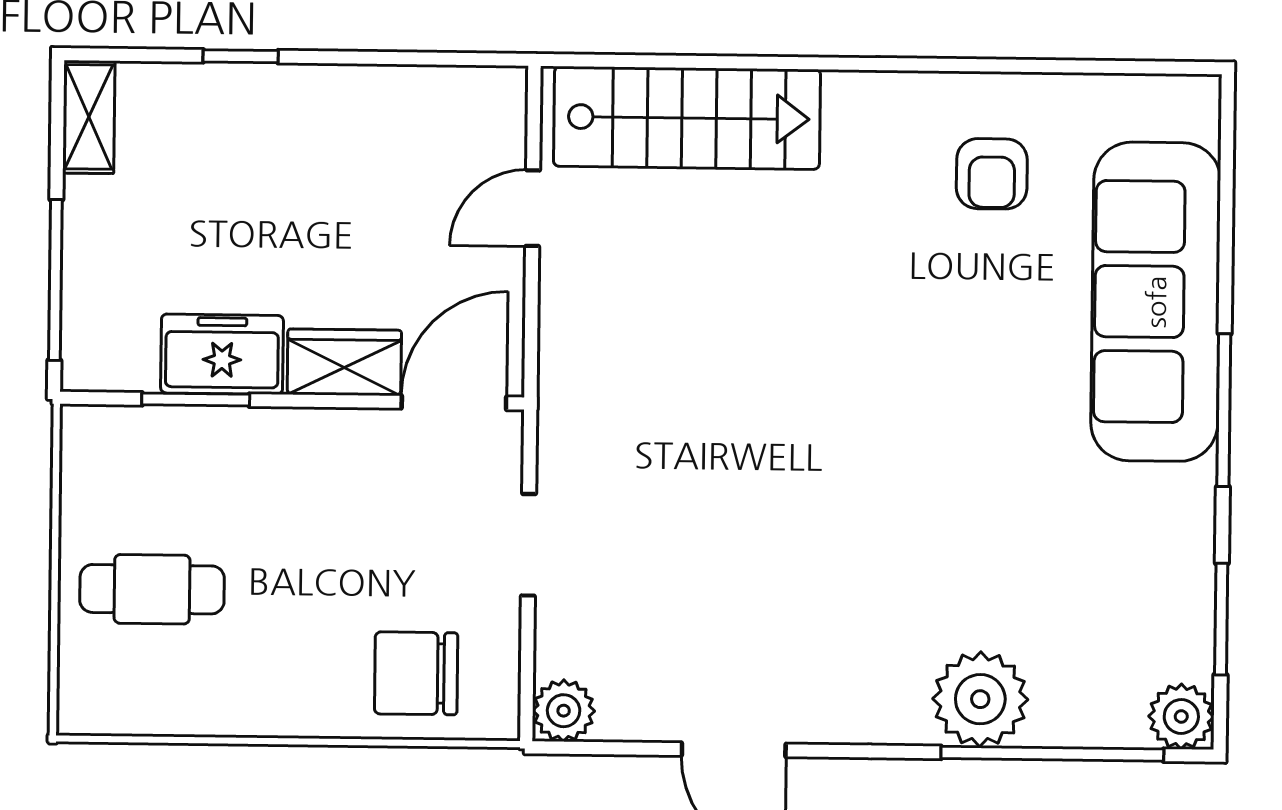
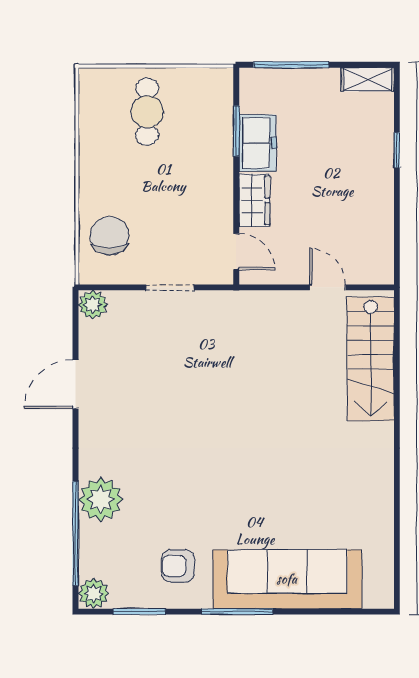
armchair: (992, 174) -> (178, 566), moved
door: (454, 403) -> (236, 252), width x0.73

